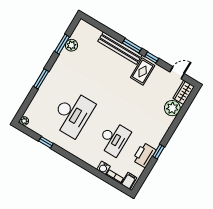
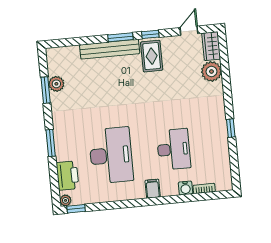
window: (46, 142) -> (76, 209), moved
printer: (144, 155) -> (68, 176), moved, turned 180
filing cabinet: (129, 181) -> (153, 189), moved

